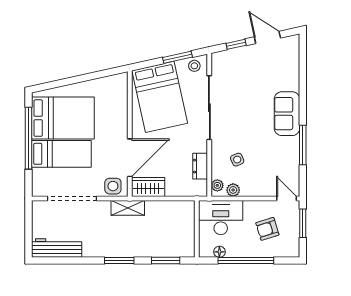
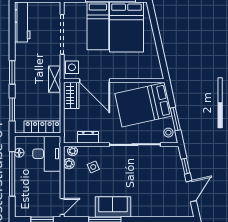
sofa: (287, 114) -> (113, 207), moved
locker: (187, 223) -> (42, 127), added
armchair: (267, 229) -> (38, 191), removed

